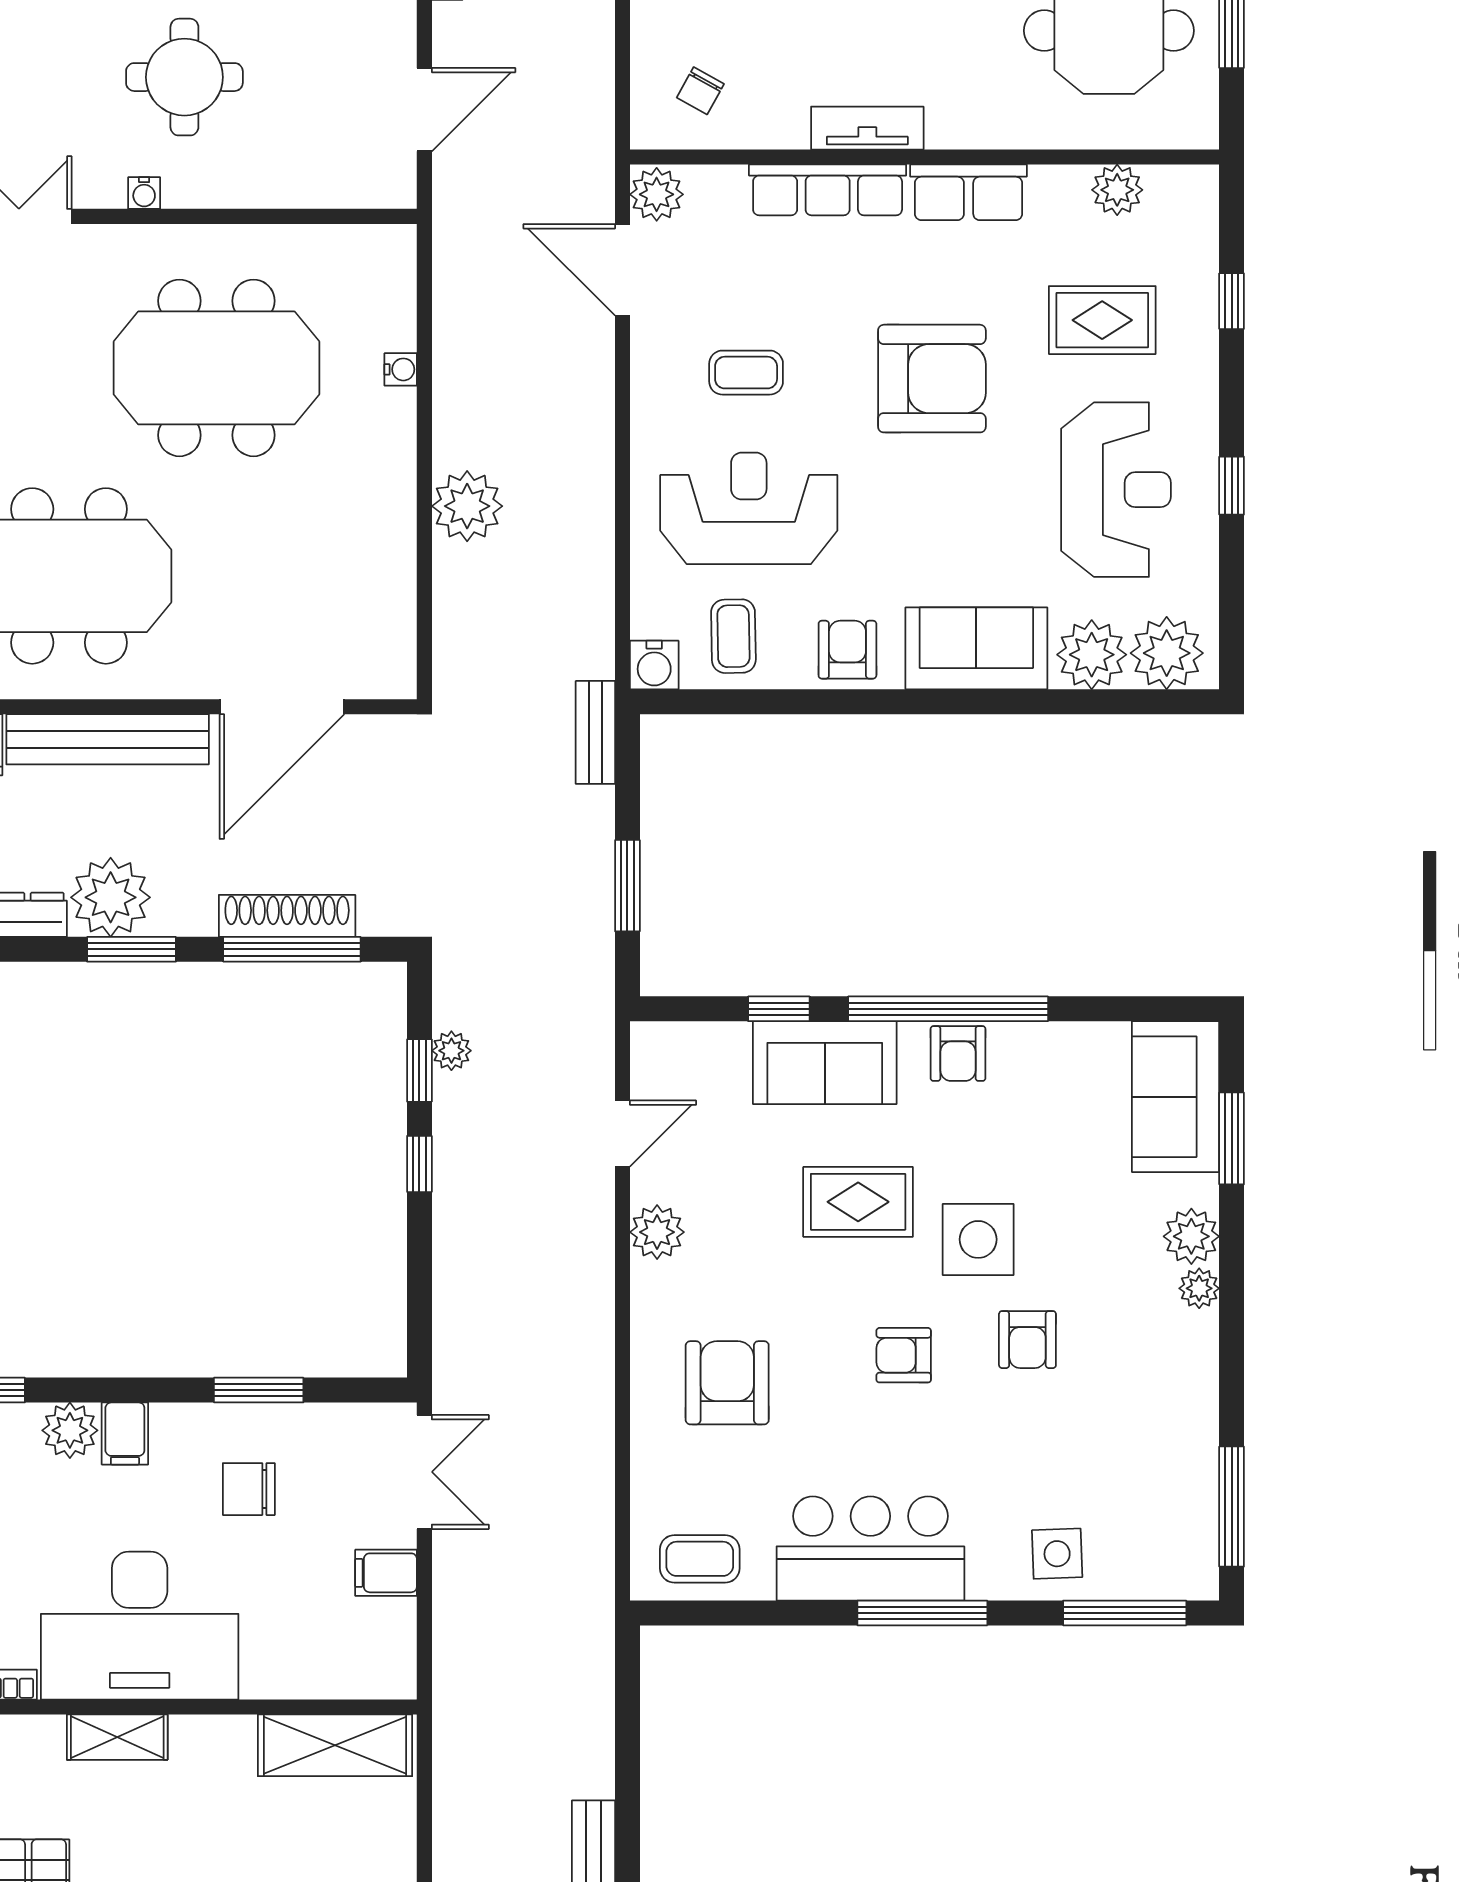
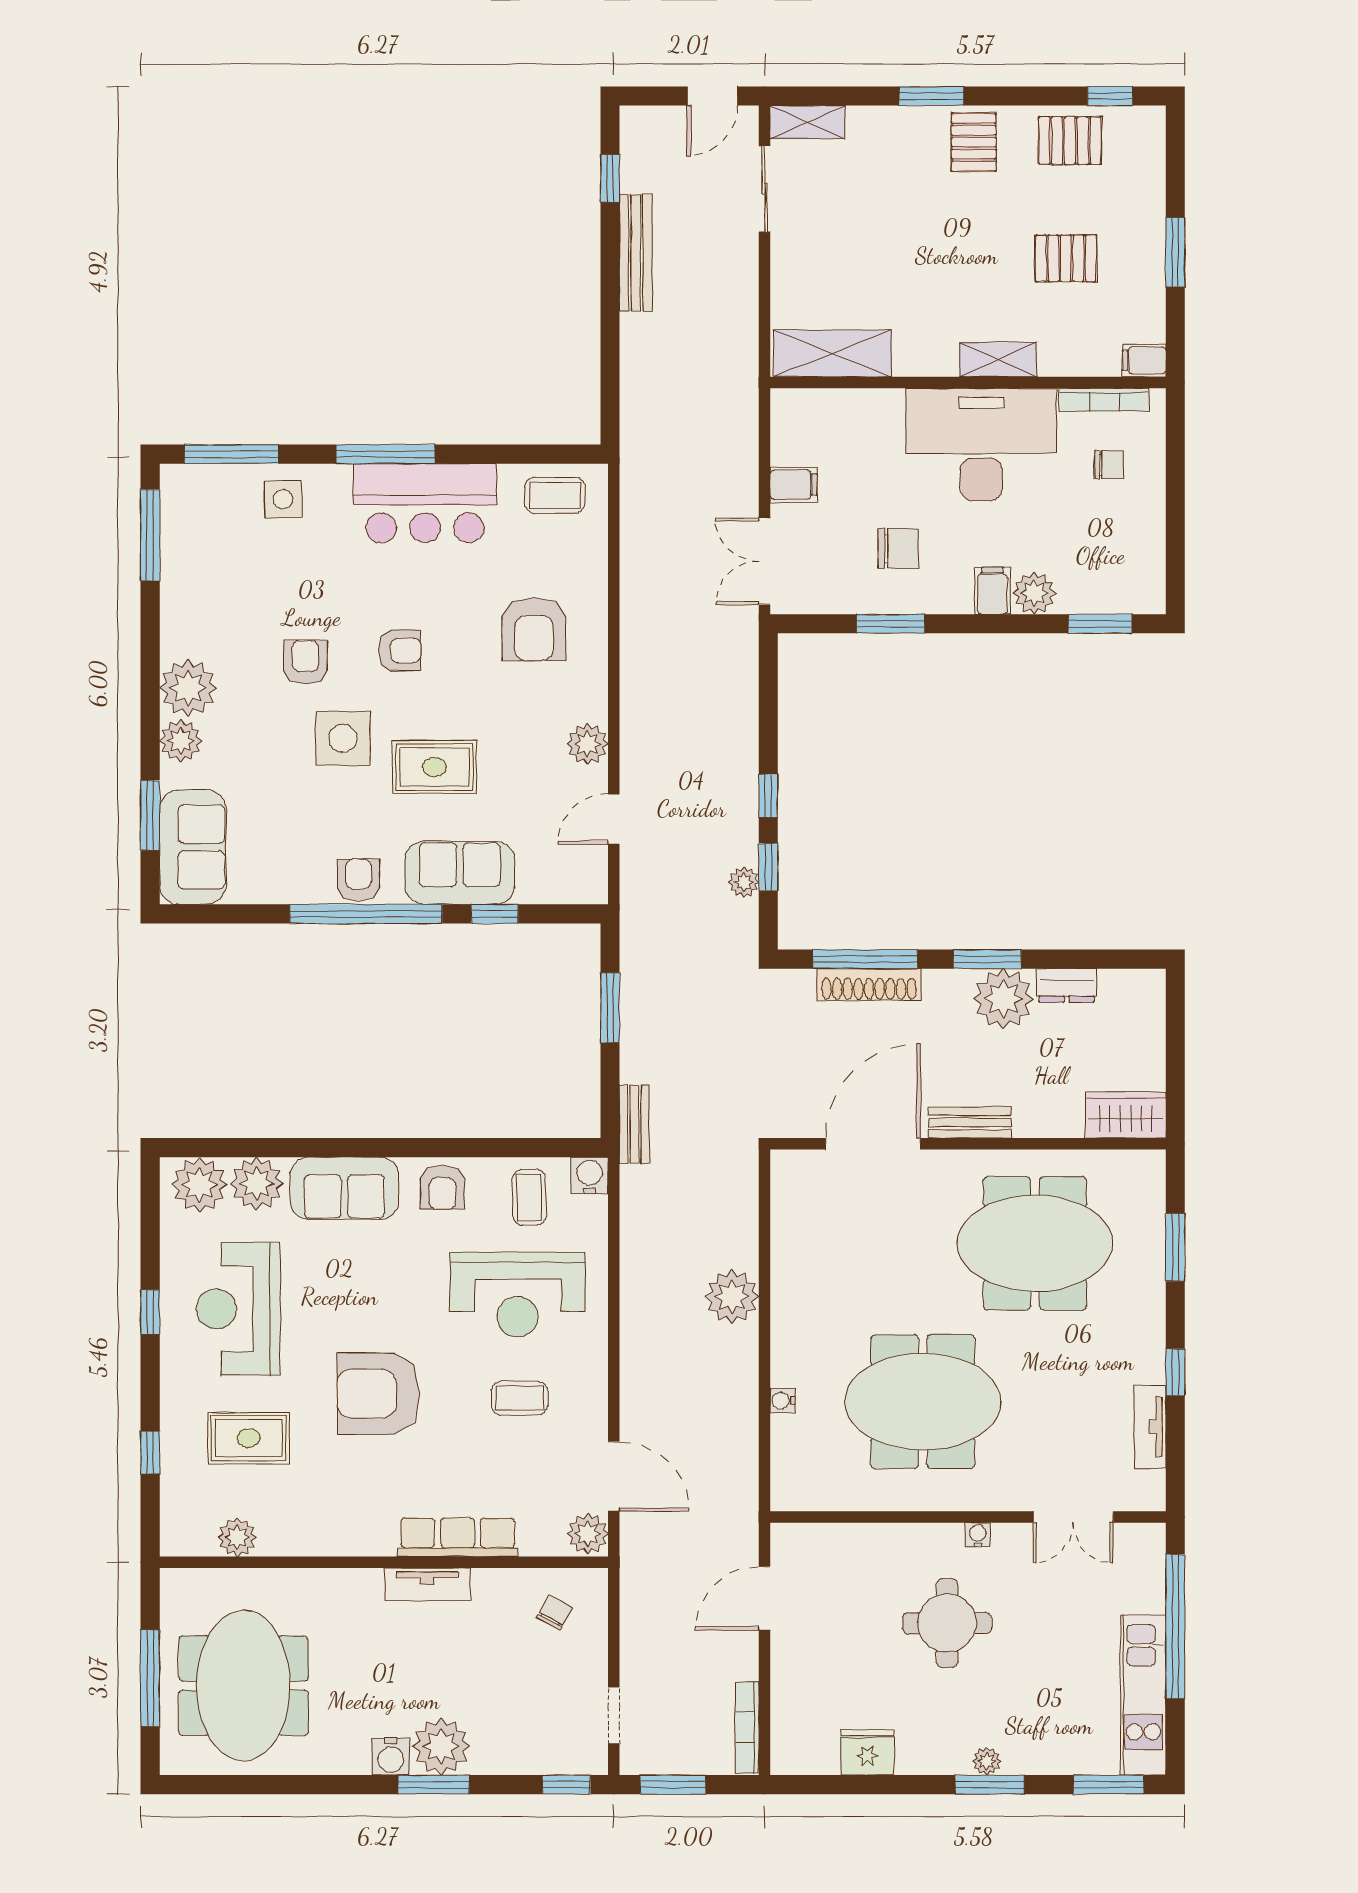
row of seats: (969, 192) -> (350, 1535), removed
bench: (108, 739) -> (970, 1122), width x0.54, depth x0.82
plant: (1199, 1288) -> (188, 688), width x1.87, depth x1.87

